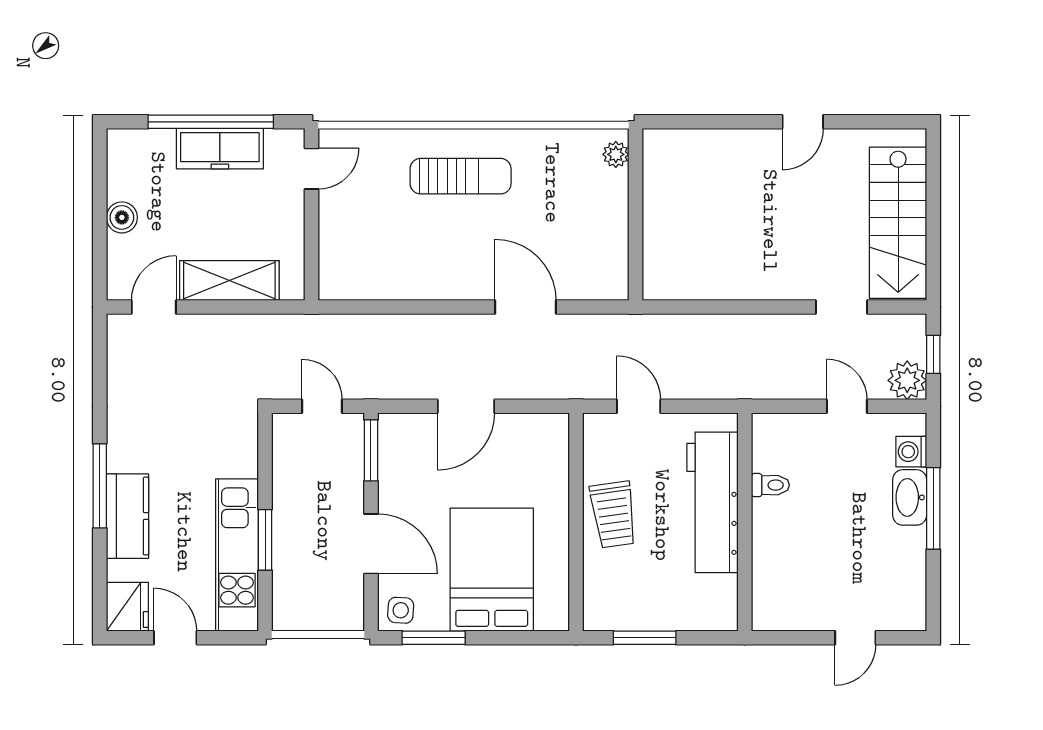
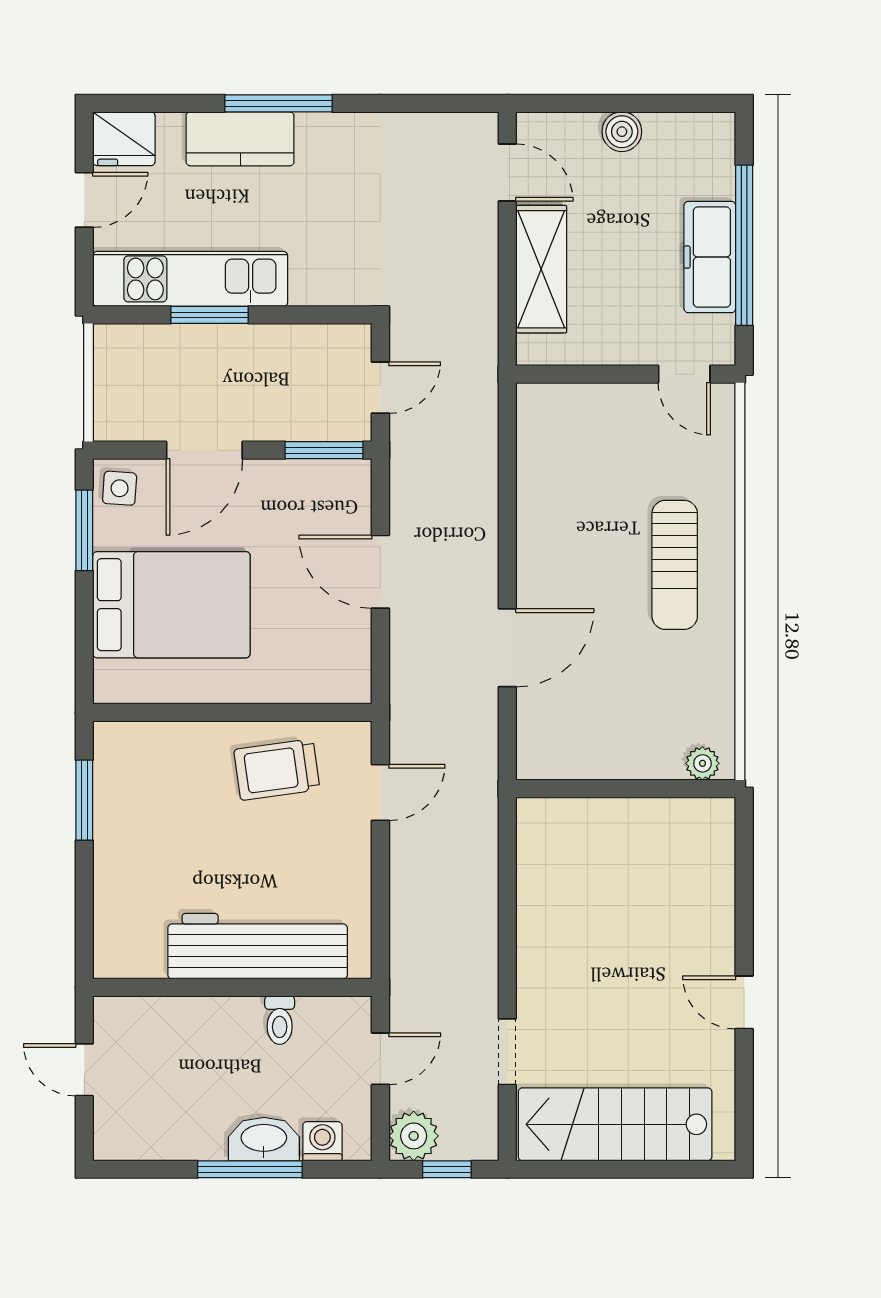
toilet: (770, 485) -> (280, 1020), moved
workbench: (712, 502) -> (258, 946), moved
trolley: (613, 515) -> (277, 770), moved
wall: (745, 522) -> (232, 987), moved

